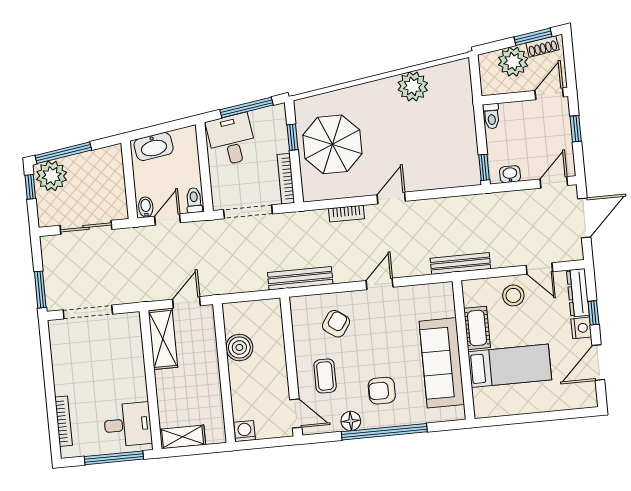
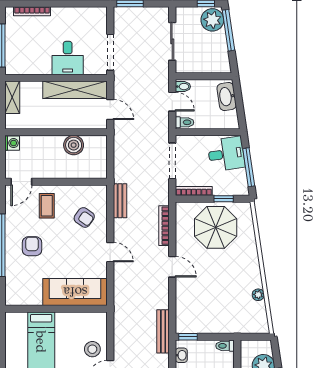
plant: (413, 86) -> (258, 295), width x0.53, depth x0.53
bookcase: (346, 214) -> (164, 226), width x1.56
bench: (460, 264) -> (163, 331), moved
bench: (300, 278) -> (120, 201), width x0.73
doorway: (88, 312) -> (110, 52), moved
cot: (477, 328) -> (71, 320), removed
shelving: (163, 339) -> (75, 90), width x1.47
sofa: (442, 363) -> (75, 292), moved
coffee table: (325, 376) -> (47, 206), turned 90
floor lamp: (351, 421) -> (12, 221), removed
desk: (128, 425) -> (68, 58), moved

